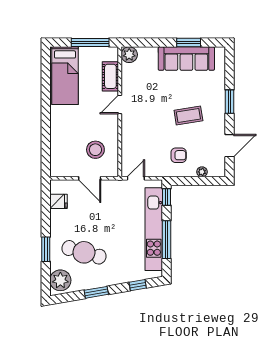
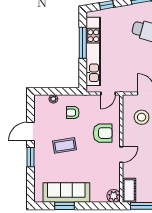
cot: (110, 76) -> (129, 190), moved
armchair: (142, 131) -> (103, 133), added
door: (230, 146) -> (30, 132), moved
window: (166, 197) -> (83, 78), removed

